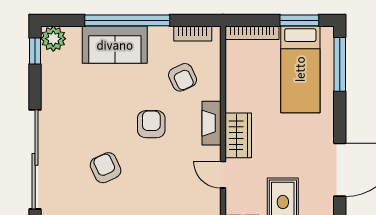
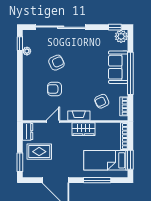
window: (340, 64) -> (97, 180), moved
armchair: (151, 124) -> (54, 89), moved, turned 180
wardrobe: (238, 135) -> (83, 129), moved

